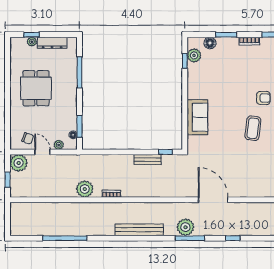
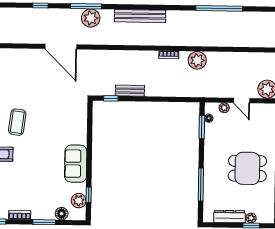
dining table: (36, 88) -> (247, 168), turned 90
sofa: (197, 117) -> (76, 164), moved
chair: (28, 138) -> (257, 115), removed

